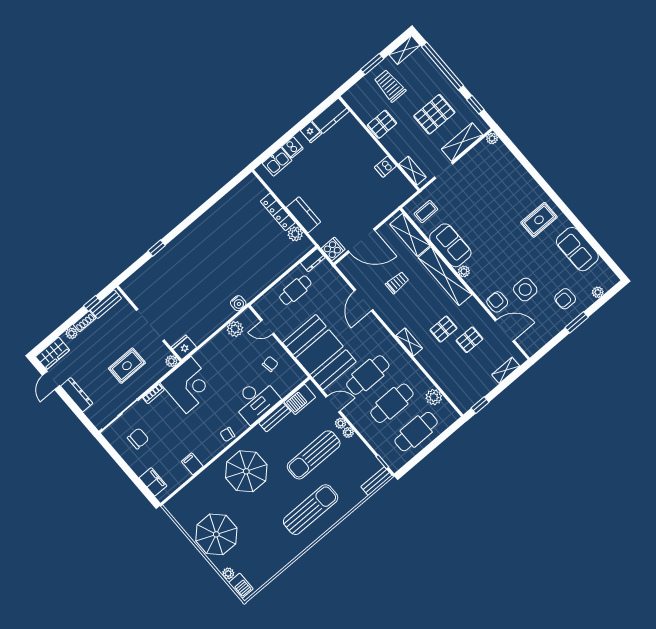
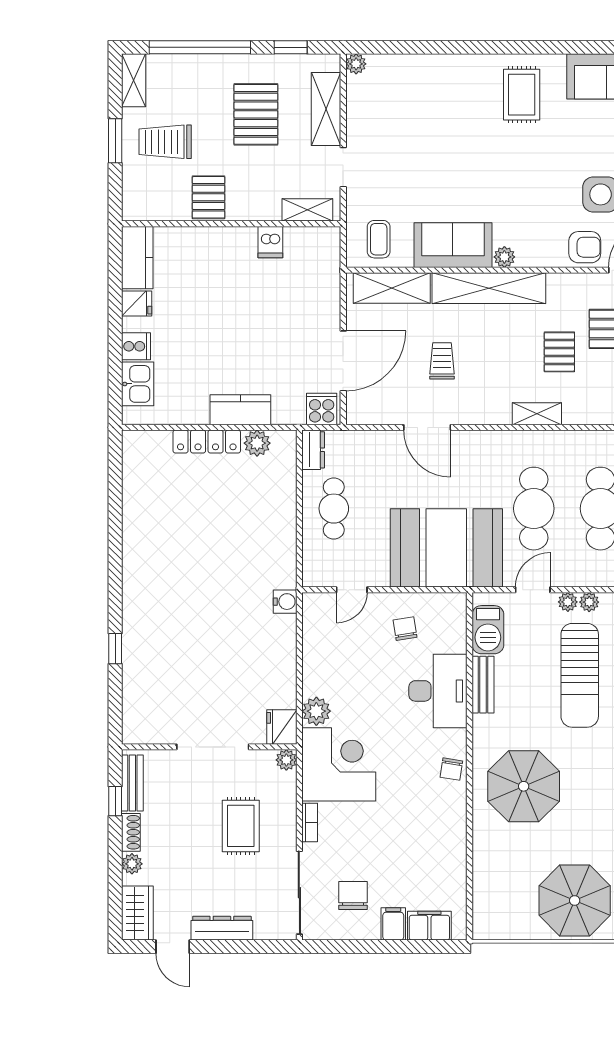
armchair: (497, 302) -> (585, 247), turned 180
plant: (235, 329) -> (316, 711), moved
filing cabinet: (192, 464) -> (393, 924), moved, turned 90

